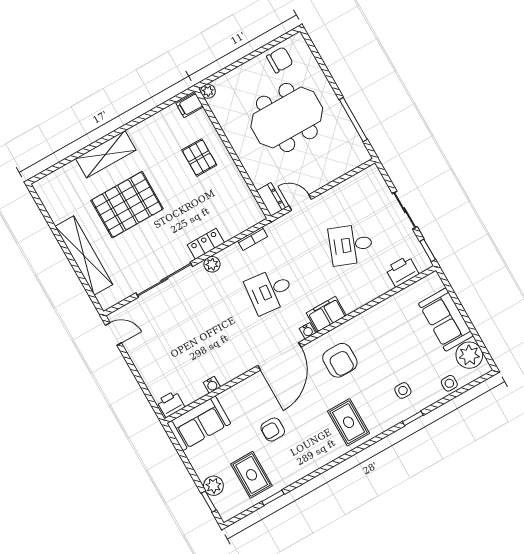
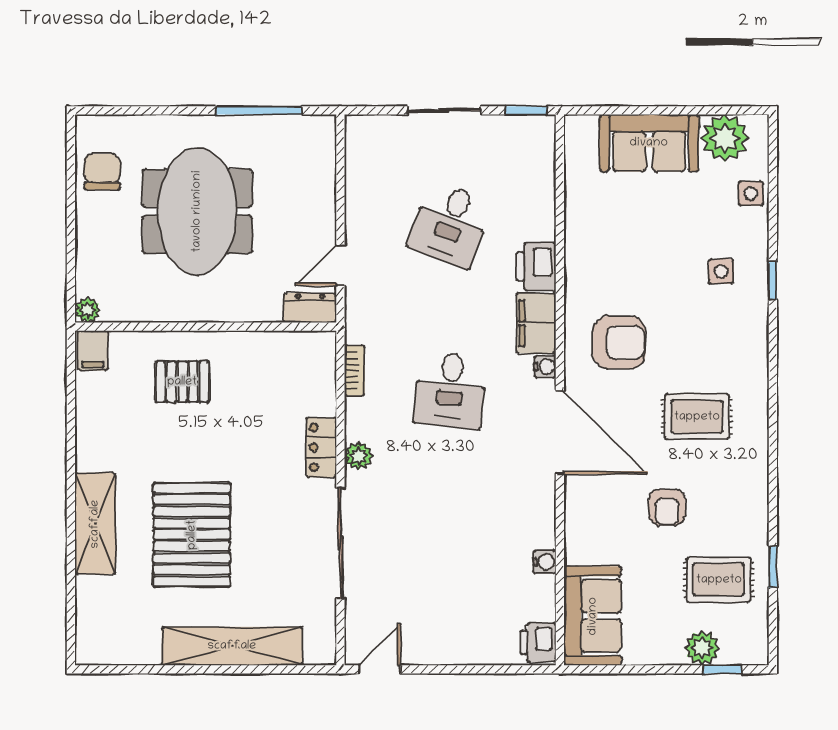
printer: (402, 271) -> (536, 267), moved
rug: (349, 422) -> (697, 417), moved

